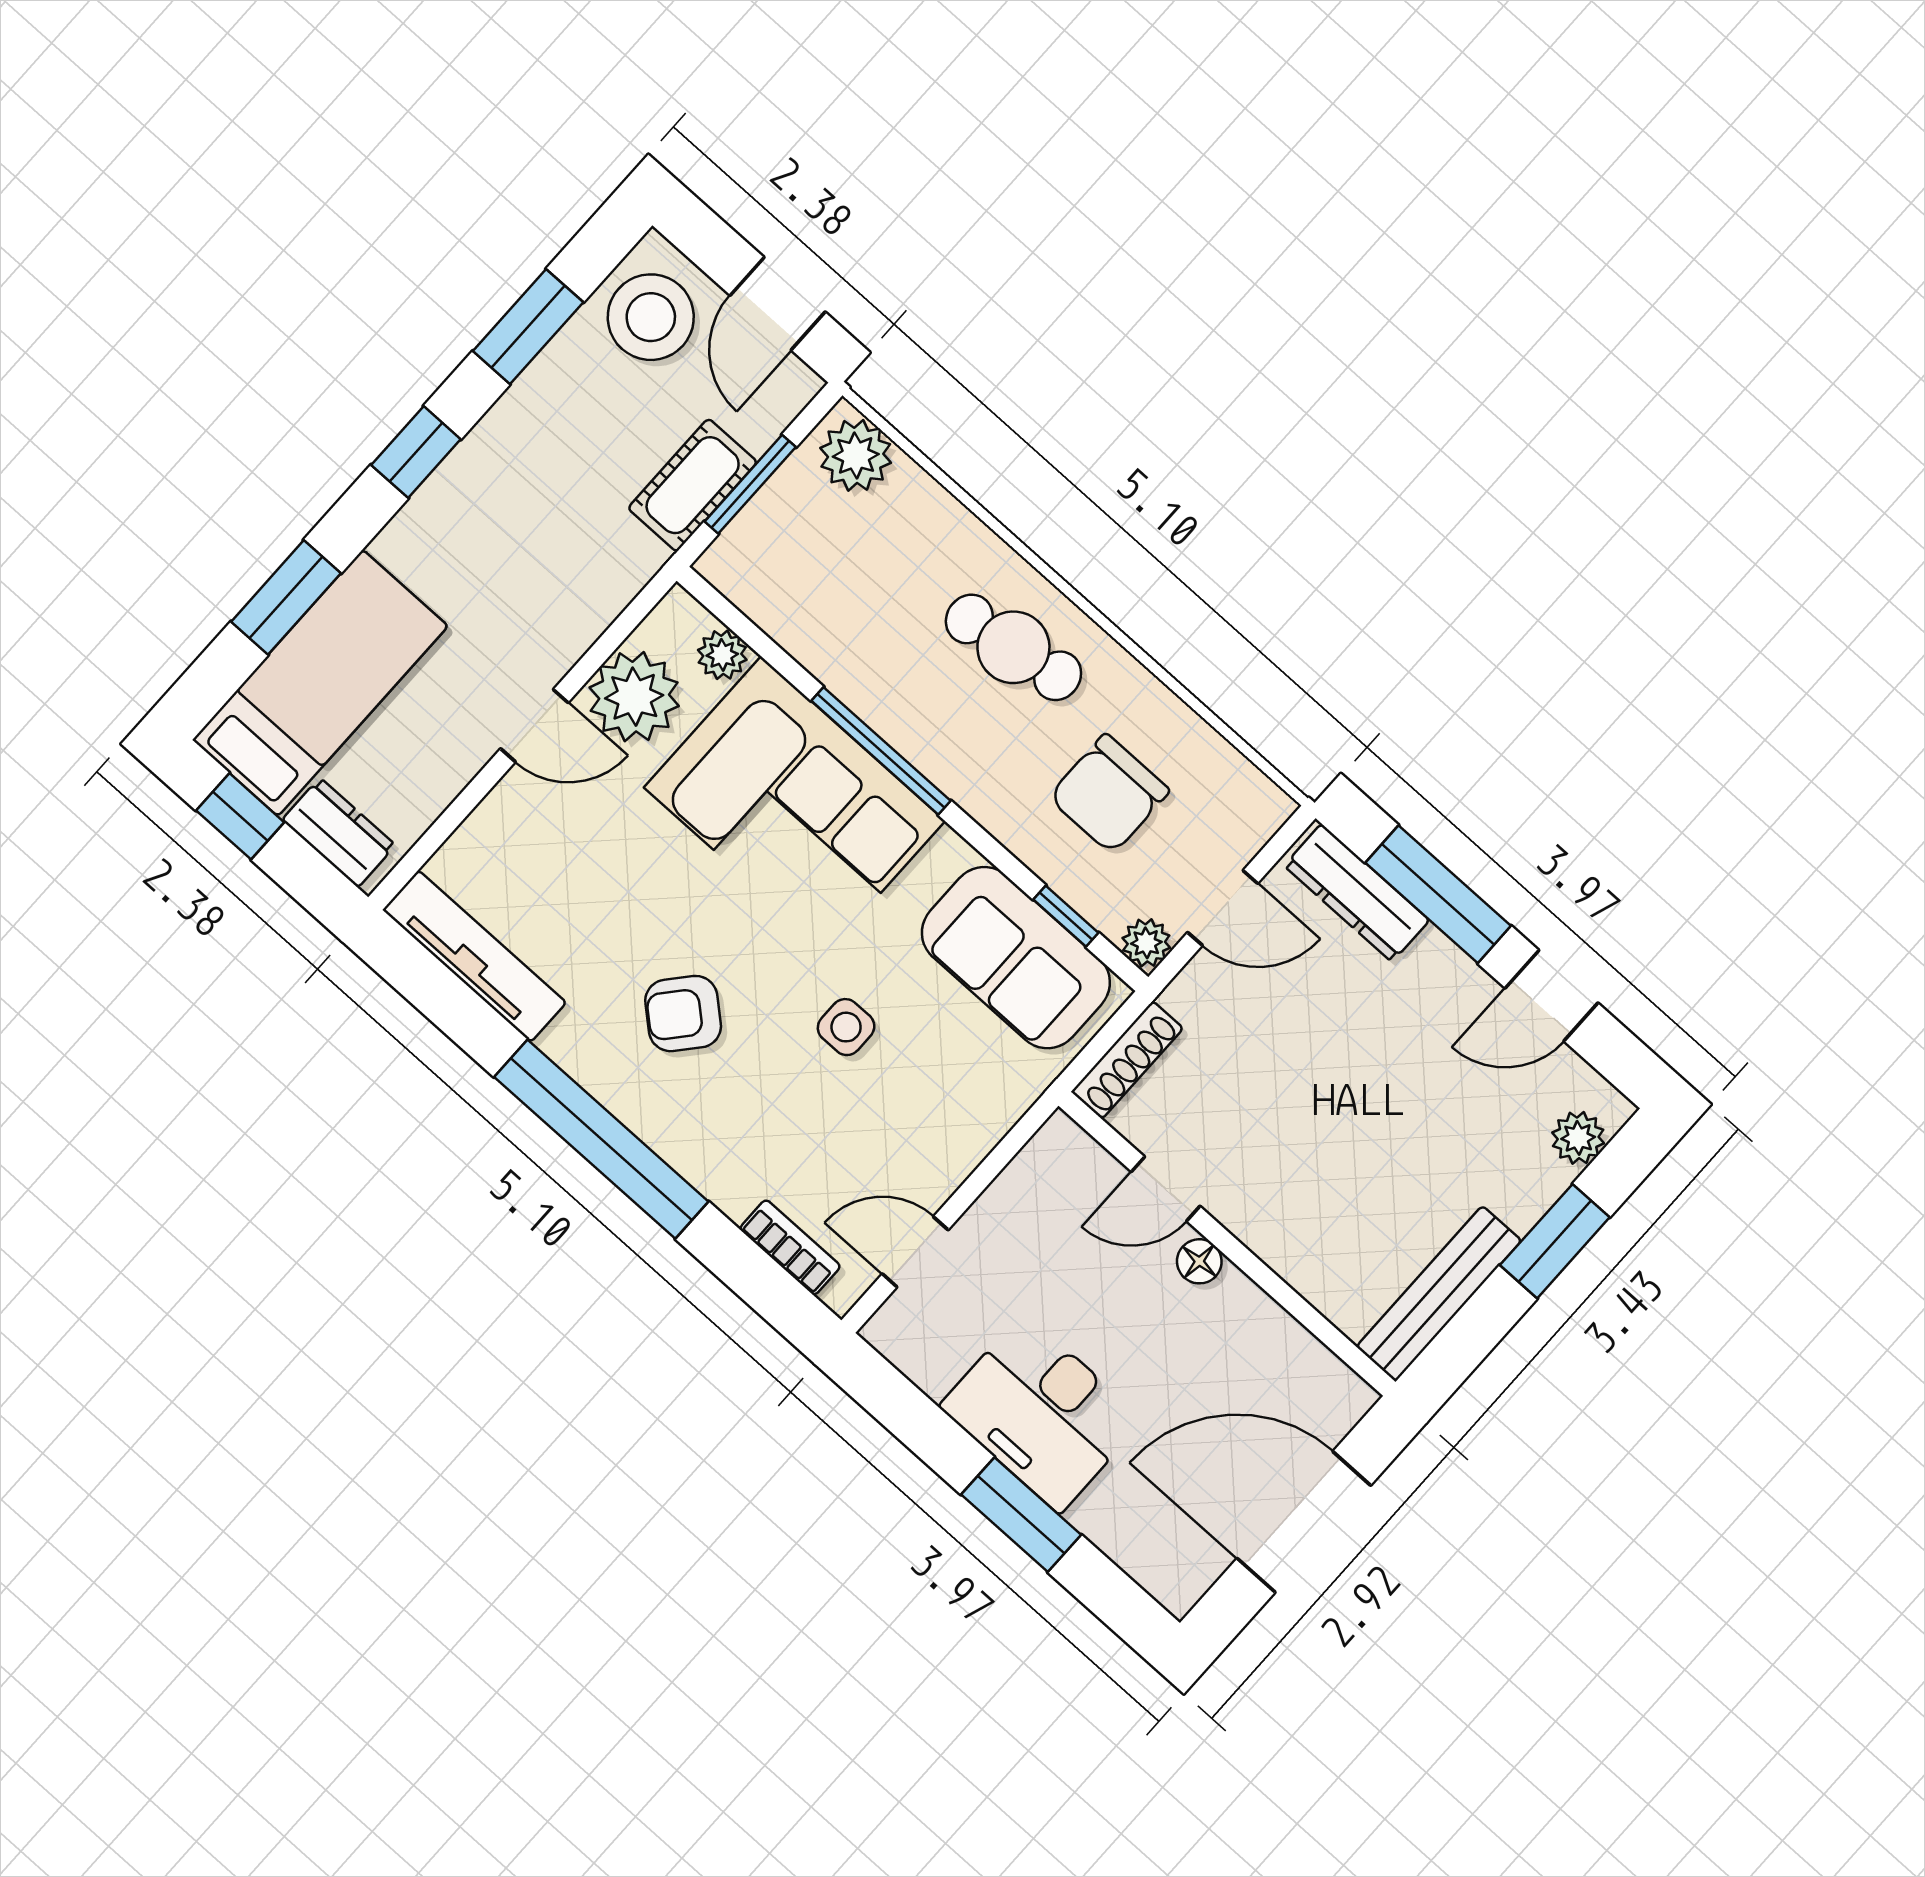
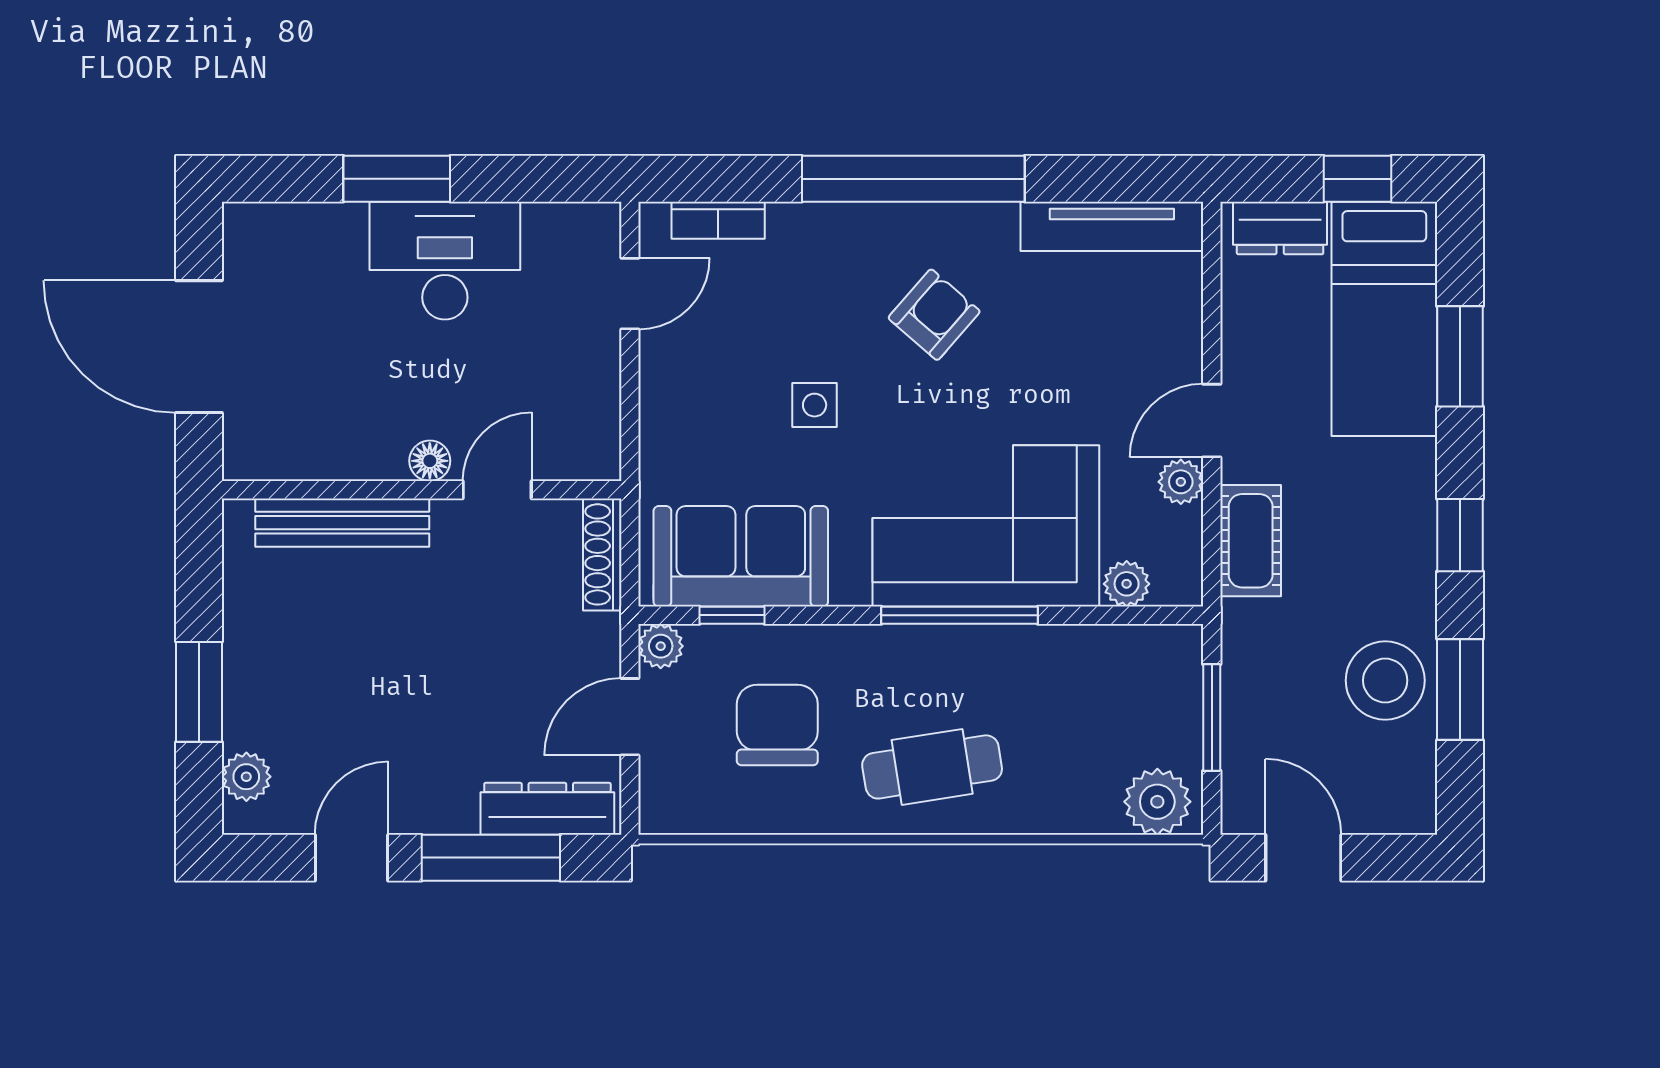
stool: (651, 317) -> (1385, 680), moved
cot: (693, 485) -> (1251, 541), moved
plant: (634, 697) -> (1181, 482), width x0.53, depth x0.53
bench: (1439, 1294) -> (342, 523), moved, turned 90
door: (1304, 1522) -> (199, 347), swing flipped

